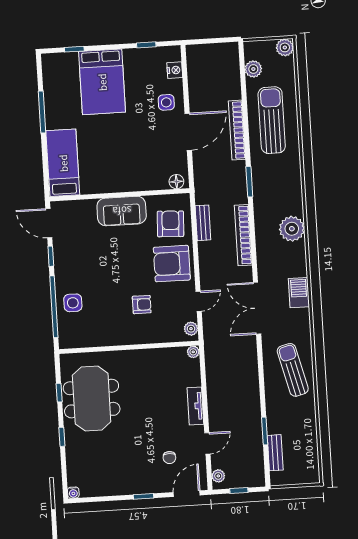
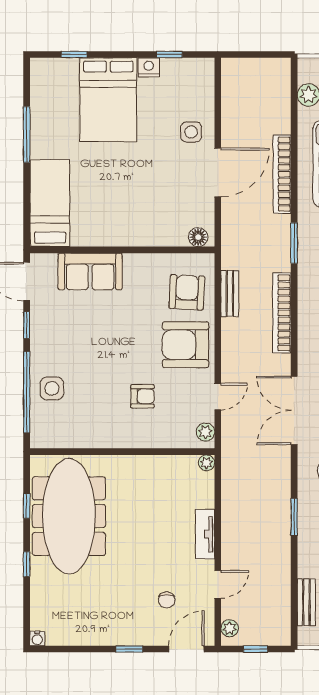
nightstand: (175, 70) -> (149, 67), moved, turned -90
sofa: (122, 211) -> (90, 271), moved
meeting table: (92, 399) -> (69, 516), width x1.36
window: (265, 431) -> (294, 517), moved

